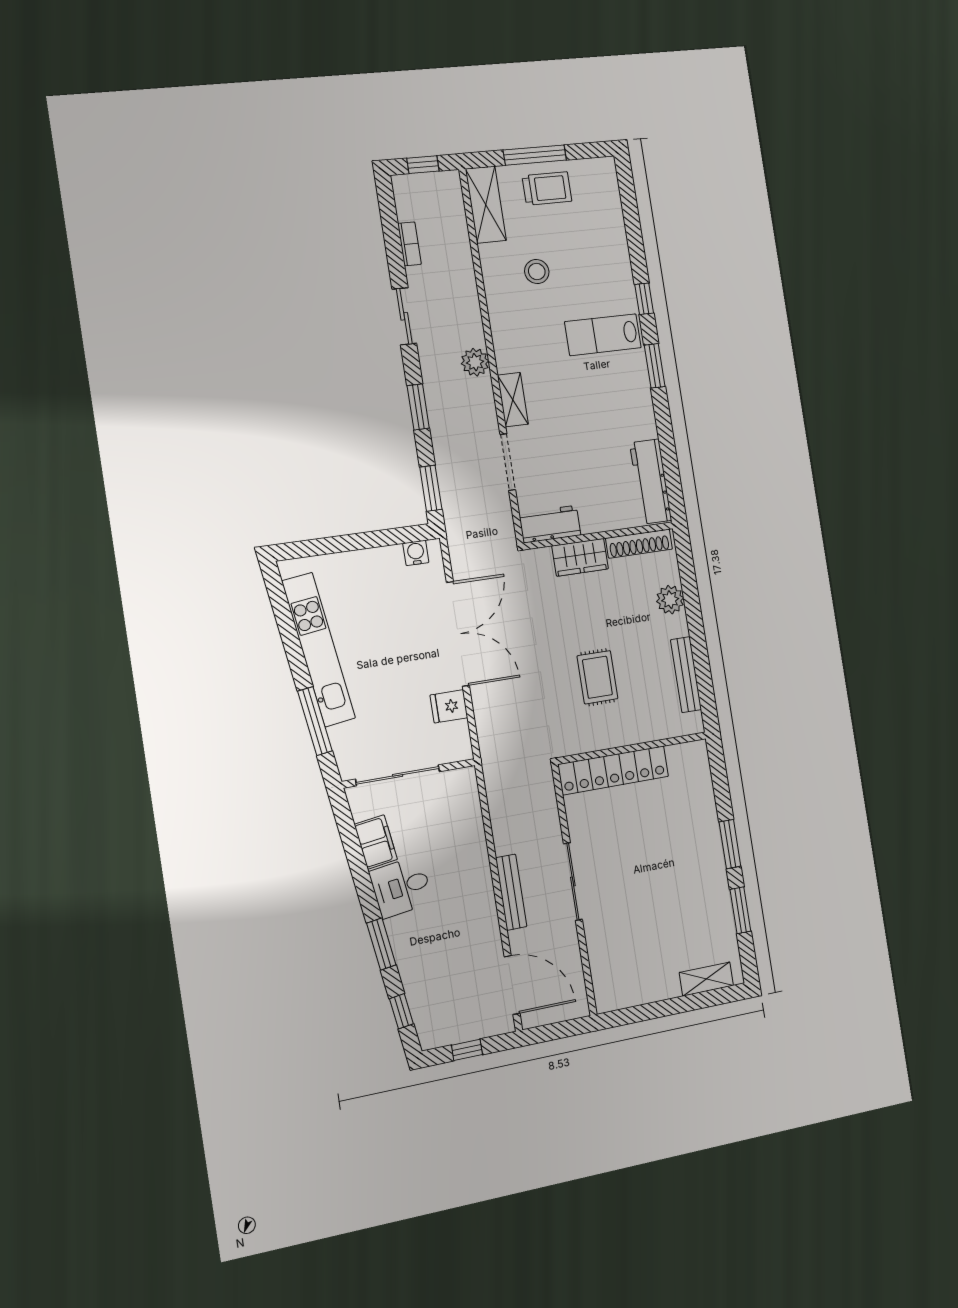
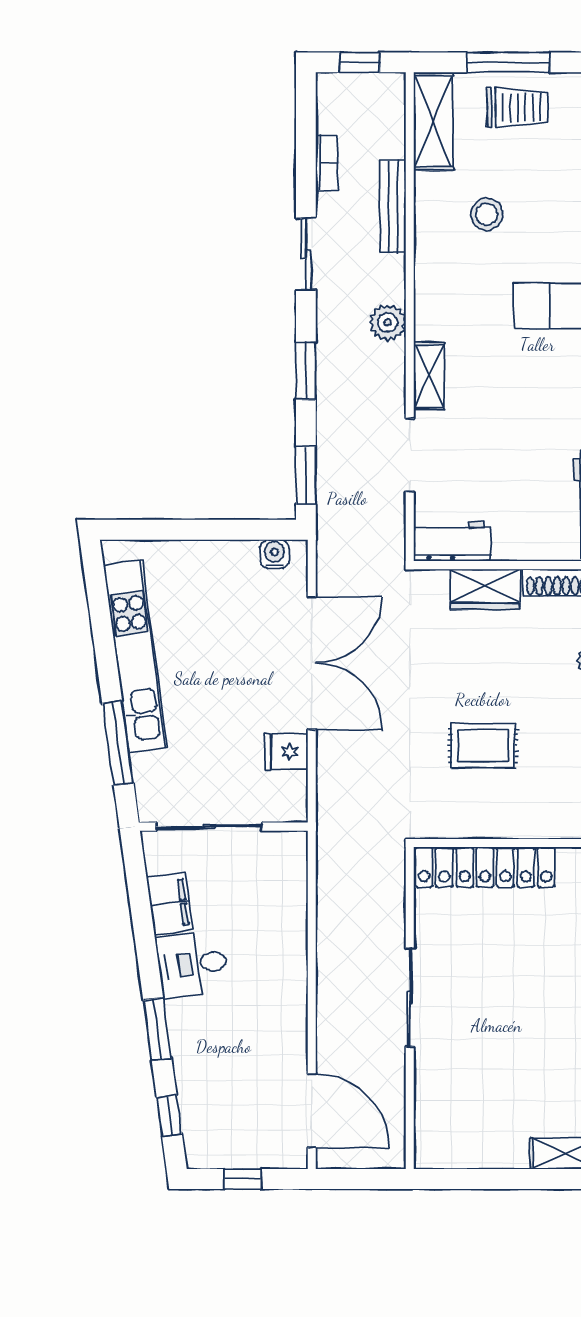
rug: (597, 677) -> (483, 746), turned 90
bench: (511, 892) -> (393, 206), moved

